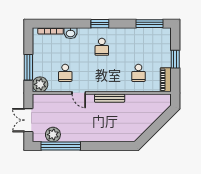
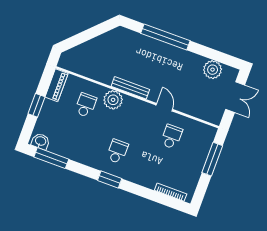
washbasin: (71, 33) -> (40, 141), moved
plant: (40, 84) -> (113, 100), moved
window: (61, 146) -> (165, 37), moved

